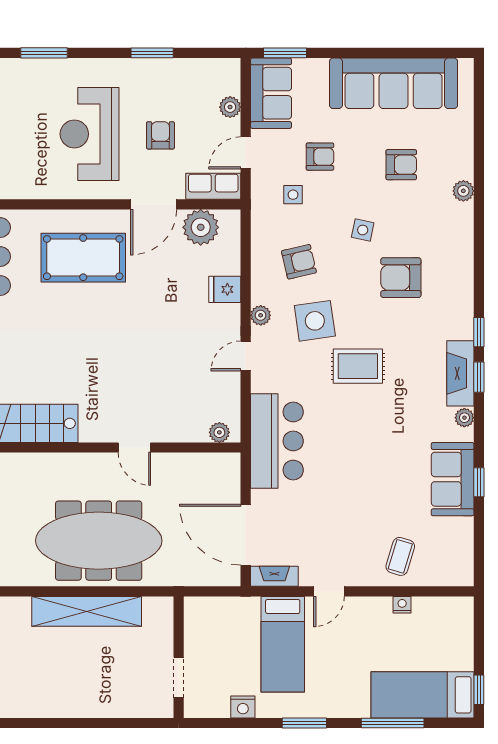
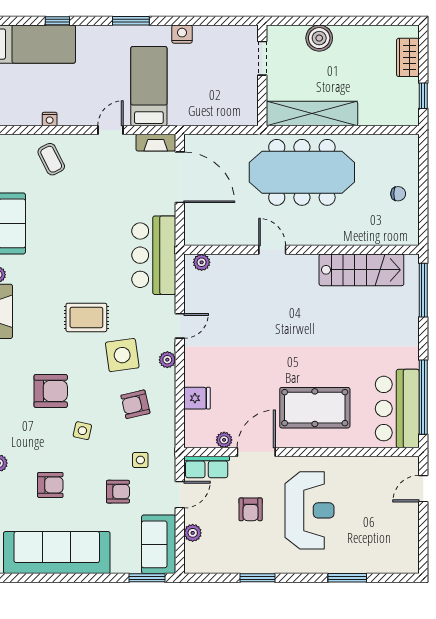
armchair: (320, 157) -> (118, 492), turned 180
armchair: (401, 165) -> (50, 485), turned 180
plant: (201, 227) -> (224, 440), width x0.53, depth x0.53
fridge: (225, 289) -> (197, 398), moved
coffee table: (400, 556) -> (51, 159), turned -44
wall: (179, 657) -> (262, 75), moved
doorway: (179, 678) -> (262, 58), moved
boiler: (78, 702) -> (319, 38), added
window: (393, 723) -> (57, 21), width x0.46

